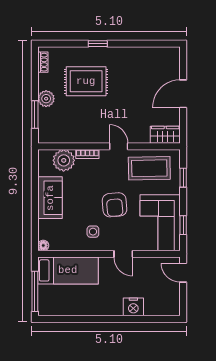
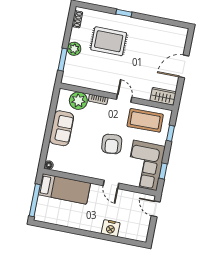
side table: (93, 232) -> (90, 162), removed

